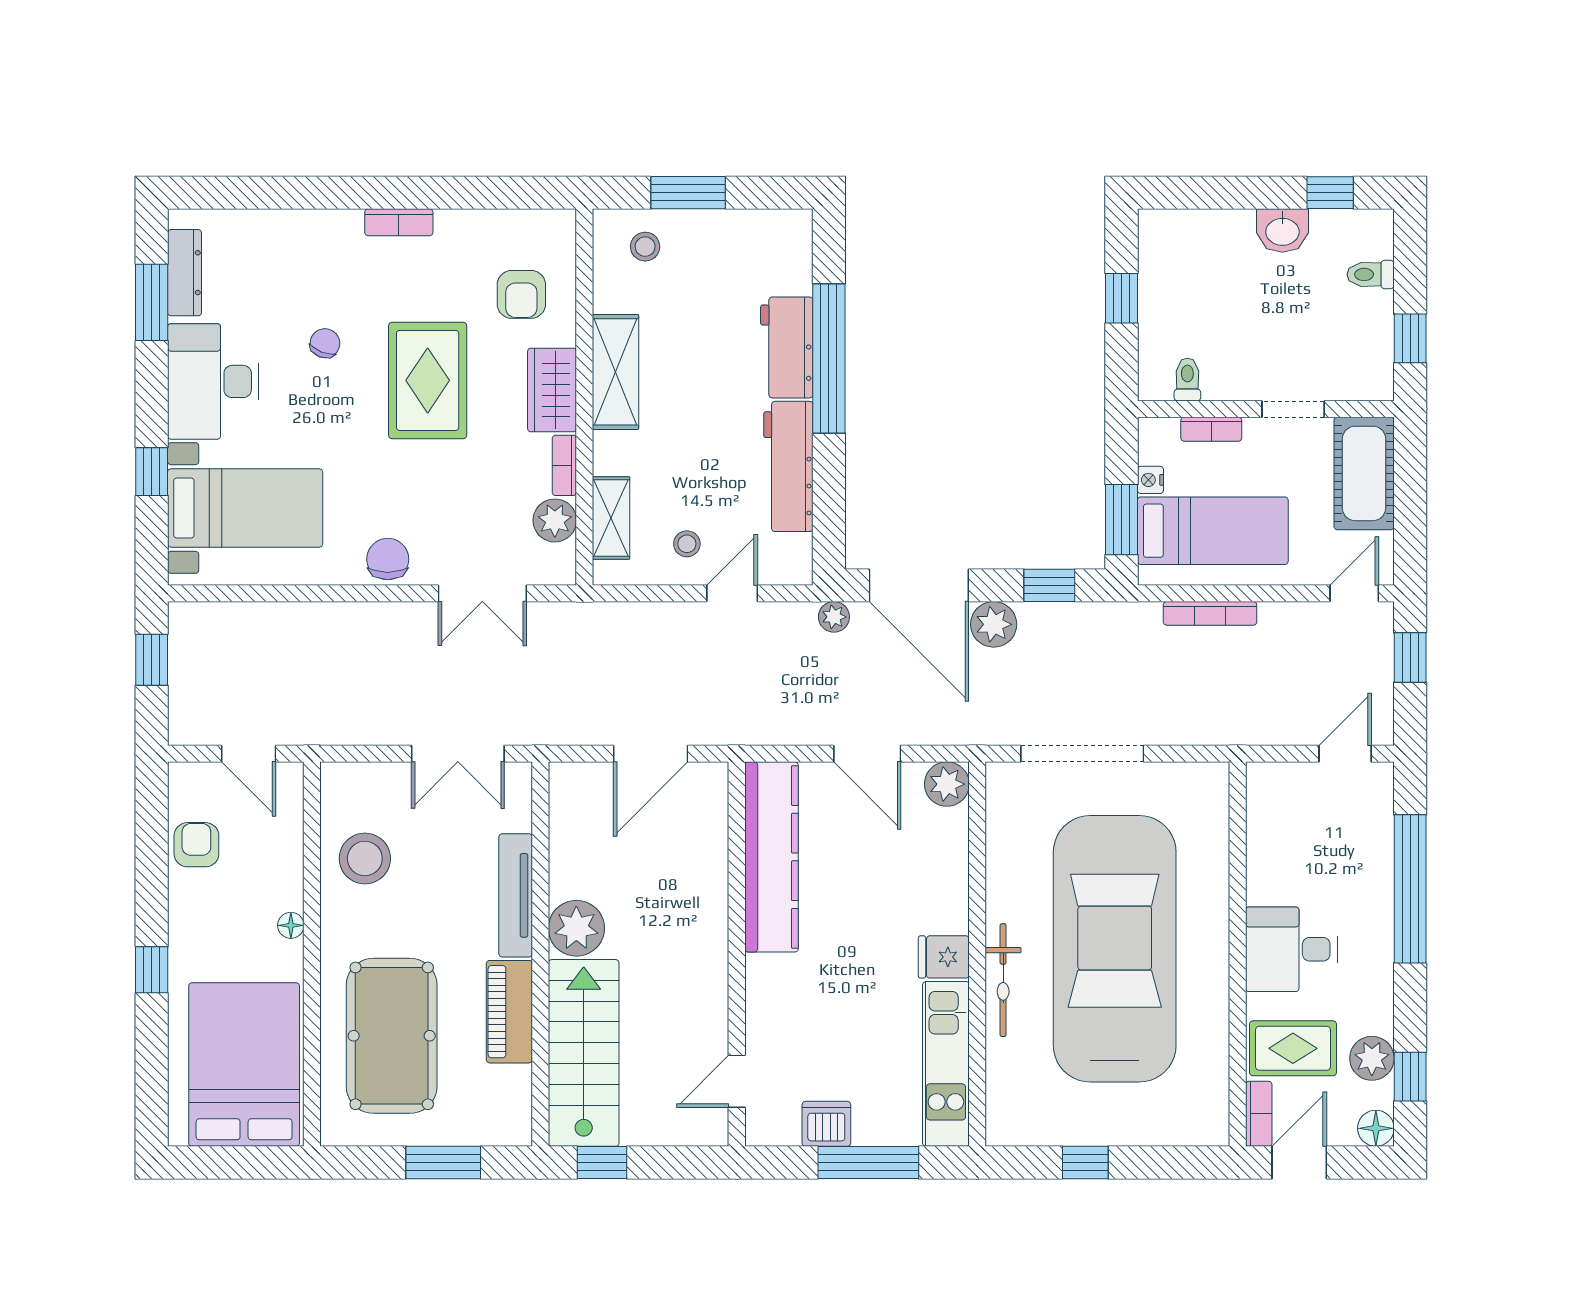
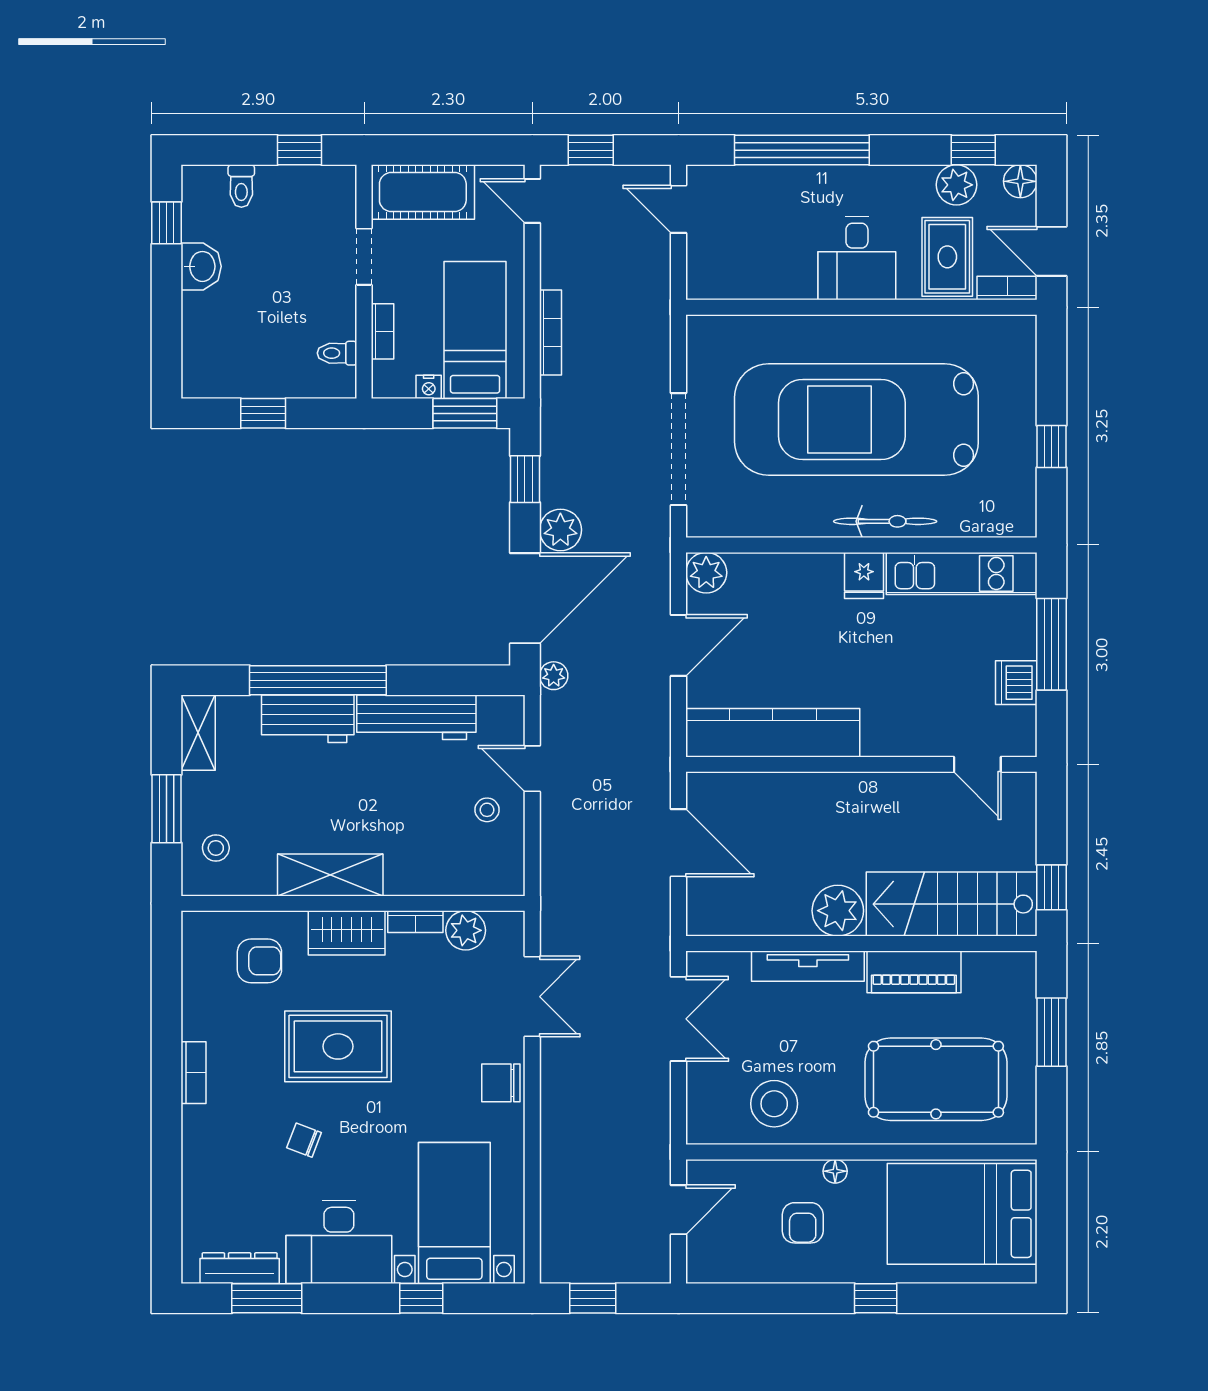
shelving: (611, 518) -> (198, 733), moved, turned 90
armchair: (196, 845) -> (803, 1223), moved, turned -90

